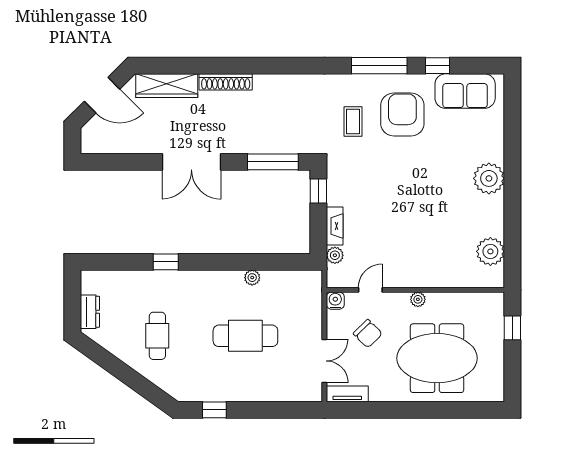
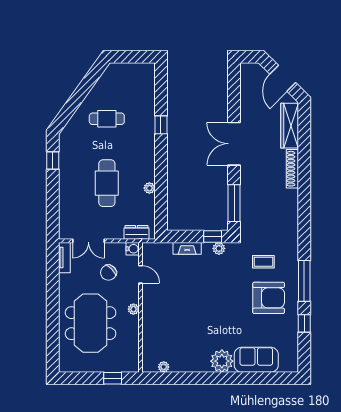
sofa: (465, 91) -> (256, 360), moved, turned 90
plant: (490, 251) -> (164, 367), width x0.53, depth x0.53
plant: (335, 255) -> (219, 248), moved
dresser: (90, 312) -> (136, 232), moved, turned 180

